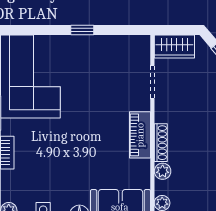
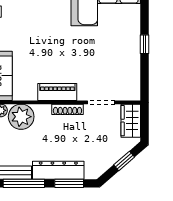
shoe rack: (161, 143) -> (67, 109), moved
plant: (163, 171) -> (21, 117), width x1.88, depth x1.88

